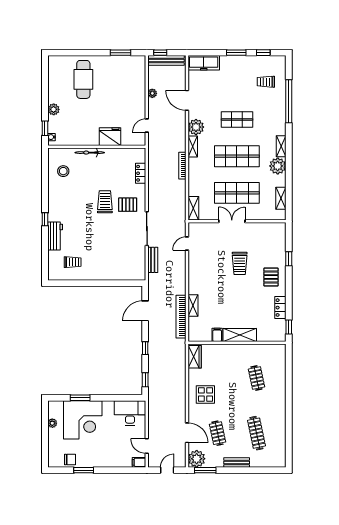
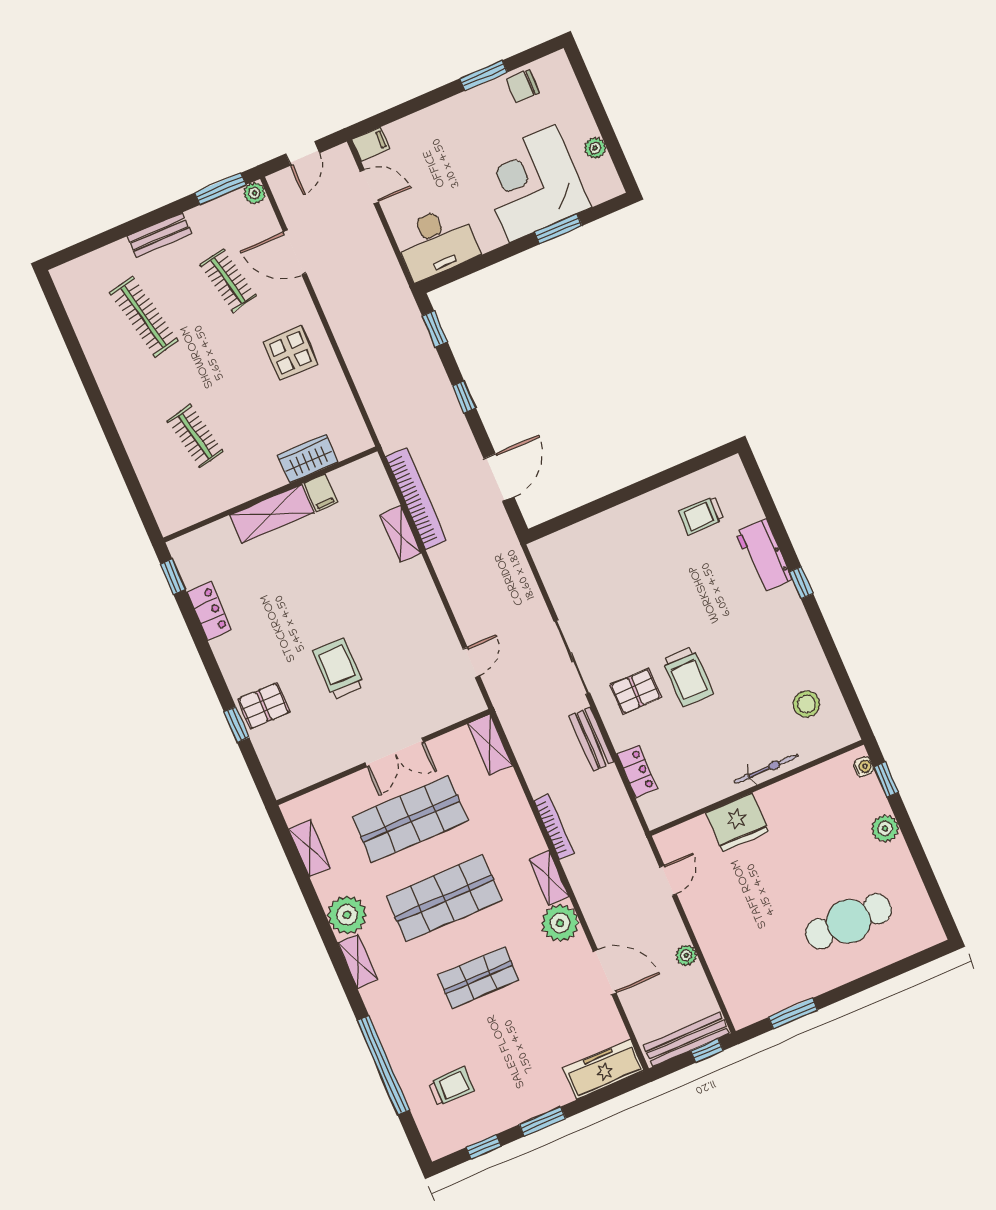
cafe table: (83, 79) -> (848, 921), turned 90
bench: (153, 260) -> (592, 739), moved
pallet: (271, 277) -> (264, 706), moved, turned 90
wardrobe: (195, 357) -> (308, 459), moved, turned 90
plant: (197, 459) -> (254, 193), width x0.53, depth x0.53

